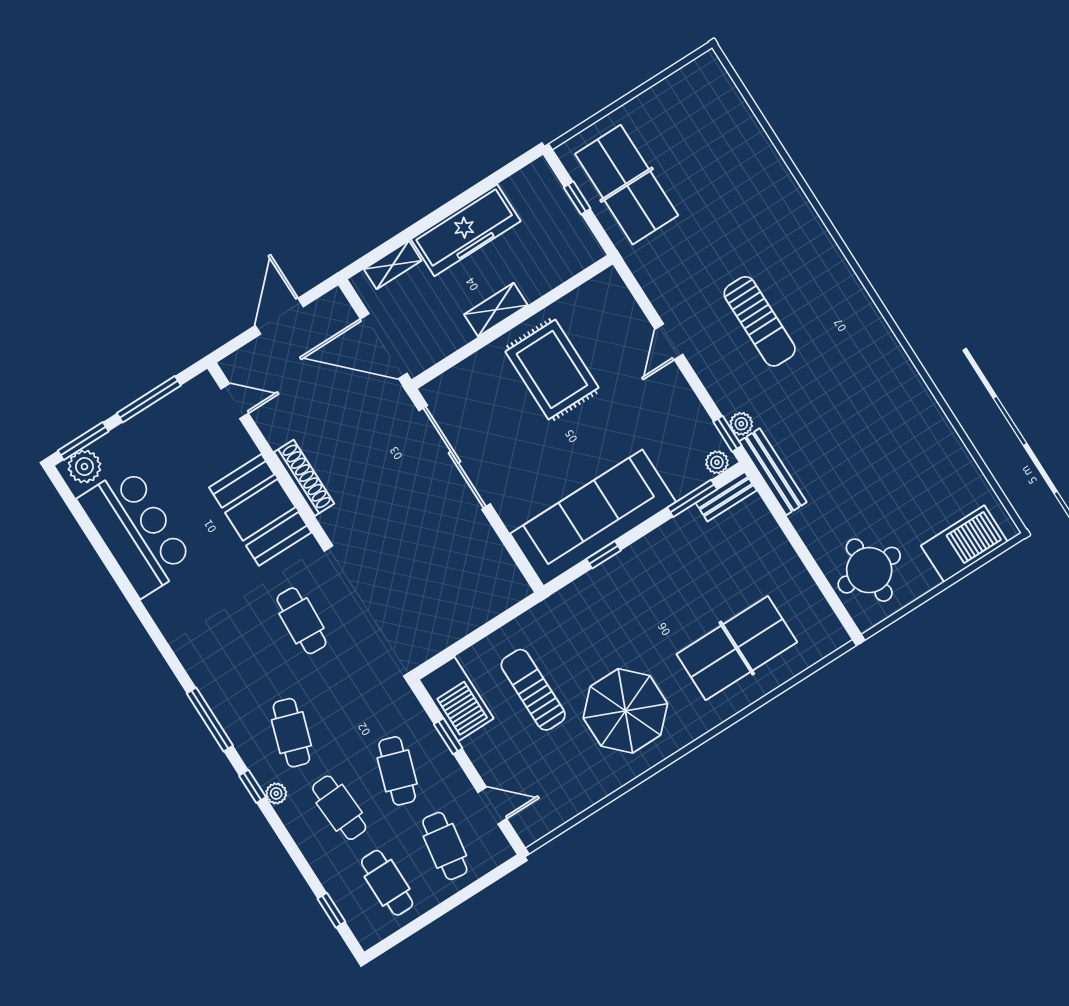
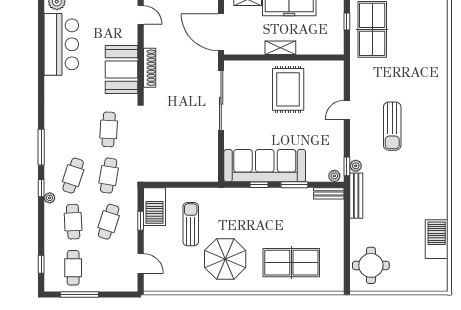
window: (692, 498) -> (294, 185), moved
barbecue: (964, 544) -> (437, 239), moved, turned -90
cafe table: (445, 846) -> (109, 176), moved
window: (425, 920) -> (79, 294), added

